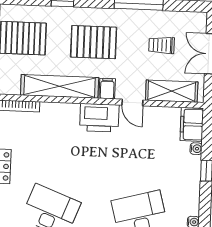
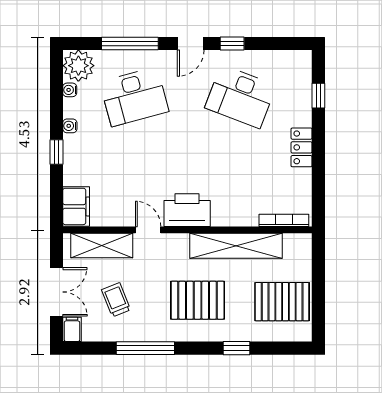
trolley: (162, 45) -> (116, 300), turned -112
filing cabinet: (107, 89) -> (72, 329), moved, turned 180
water cooler: (196, 149) -> (70, 126), moved

